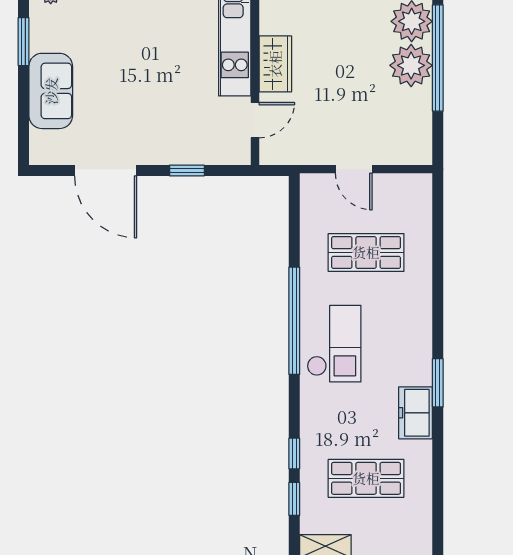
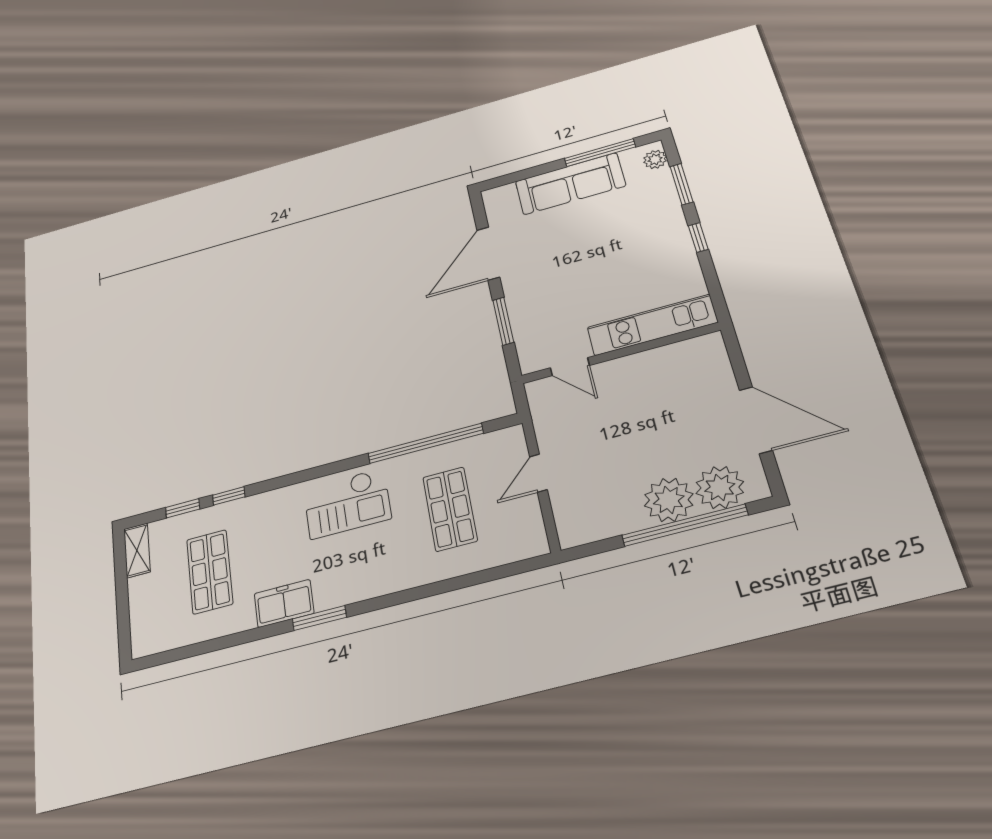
window: (24, 42) -> (600, 153), width x1.44
wardrobe: (275, 64) -> (635, 369), removed
sofa: (51, 91) -> (570, 184), width x1.36
window: (187, 170) -> (503, 321), width x1.50
window: (294, 321) -> (426, 443), moved

